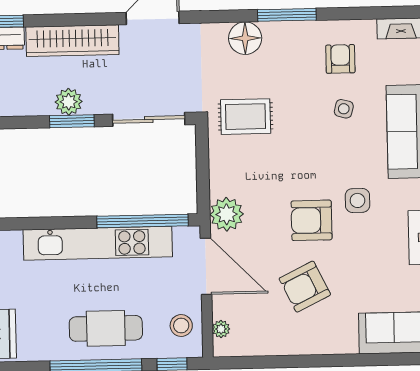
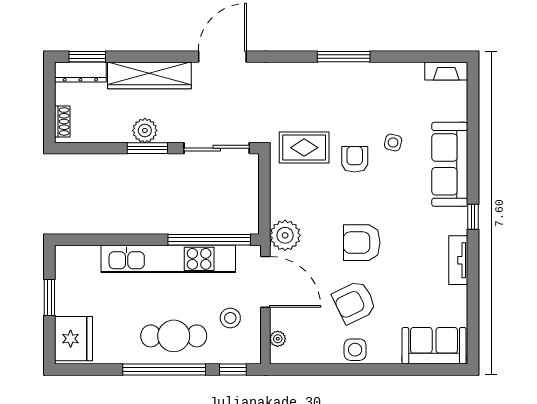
floor lamp: (245, 38) -> (305, 77), removed
armchair: (340, 59) -> (355, 159), moved
side table: (357, 200) -> (355, 350), moved
stool: (181, 326) -> (230, 318), moved

